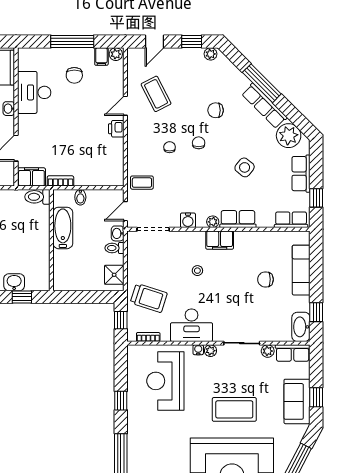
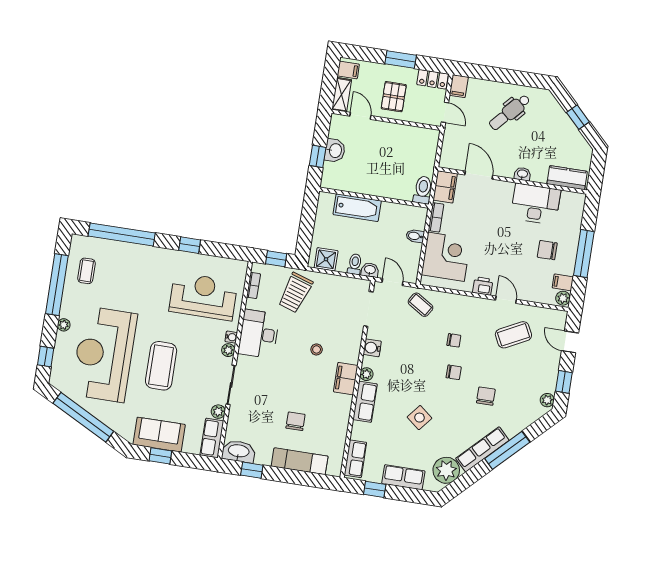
corner desk: (95, 166) -> (446, 257), added
coffee table: (142, 183) -> (421, 305), turned -58
bathtub: (63, 228) -> (357, 208), moved

